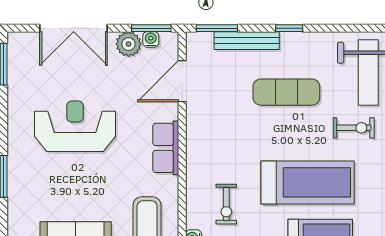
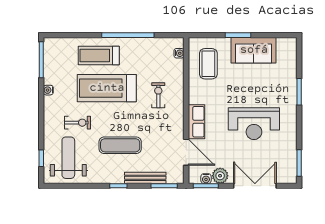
door: (182, 81) -> (186, 152), hinge flipped
exercise bike: (354, 128) -> (78, 123), turned 180
row of seats: (166, 148) -> (196, 122), moved
exercise bike: (226, 204) -> (158, 95), moved

